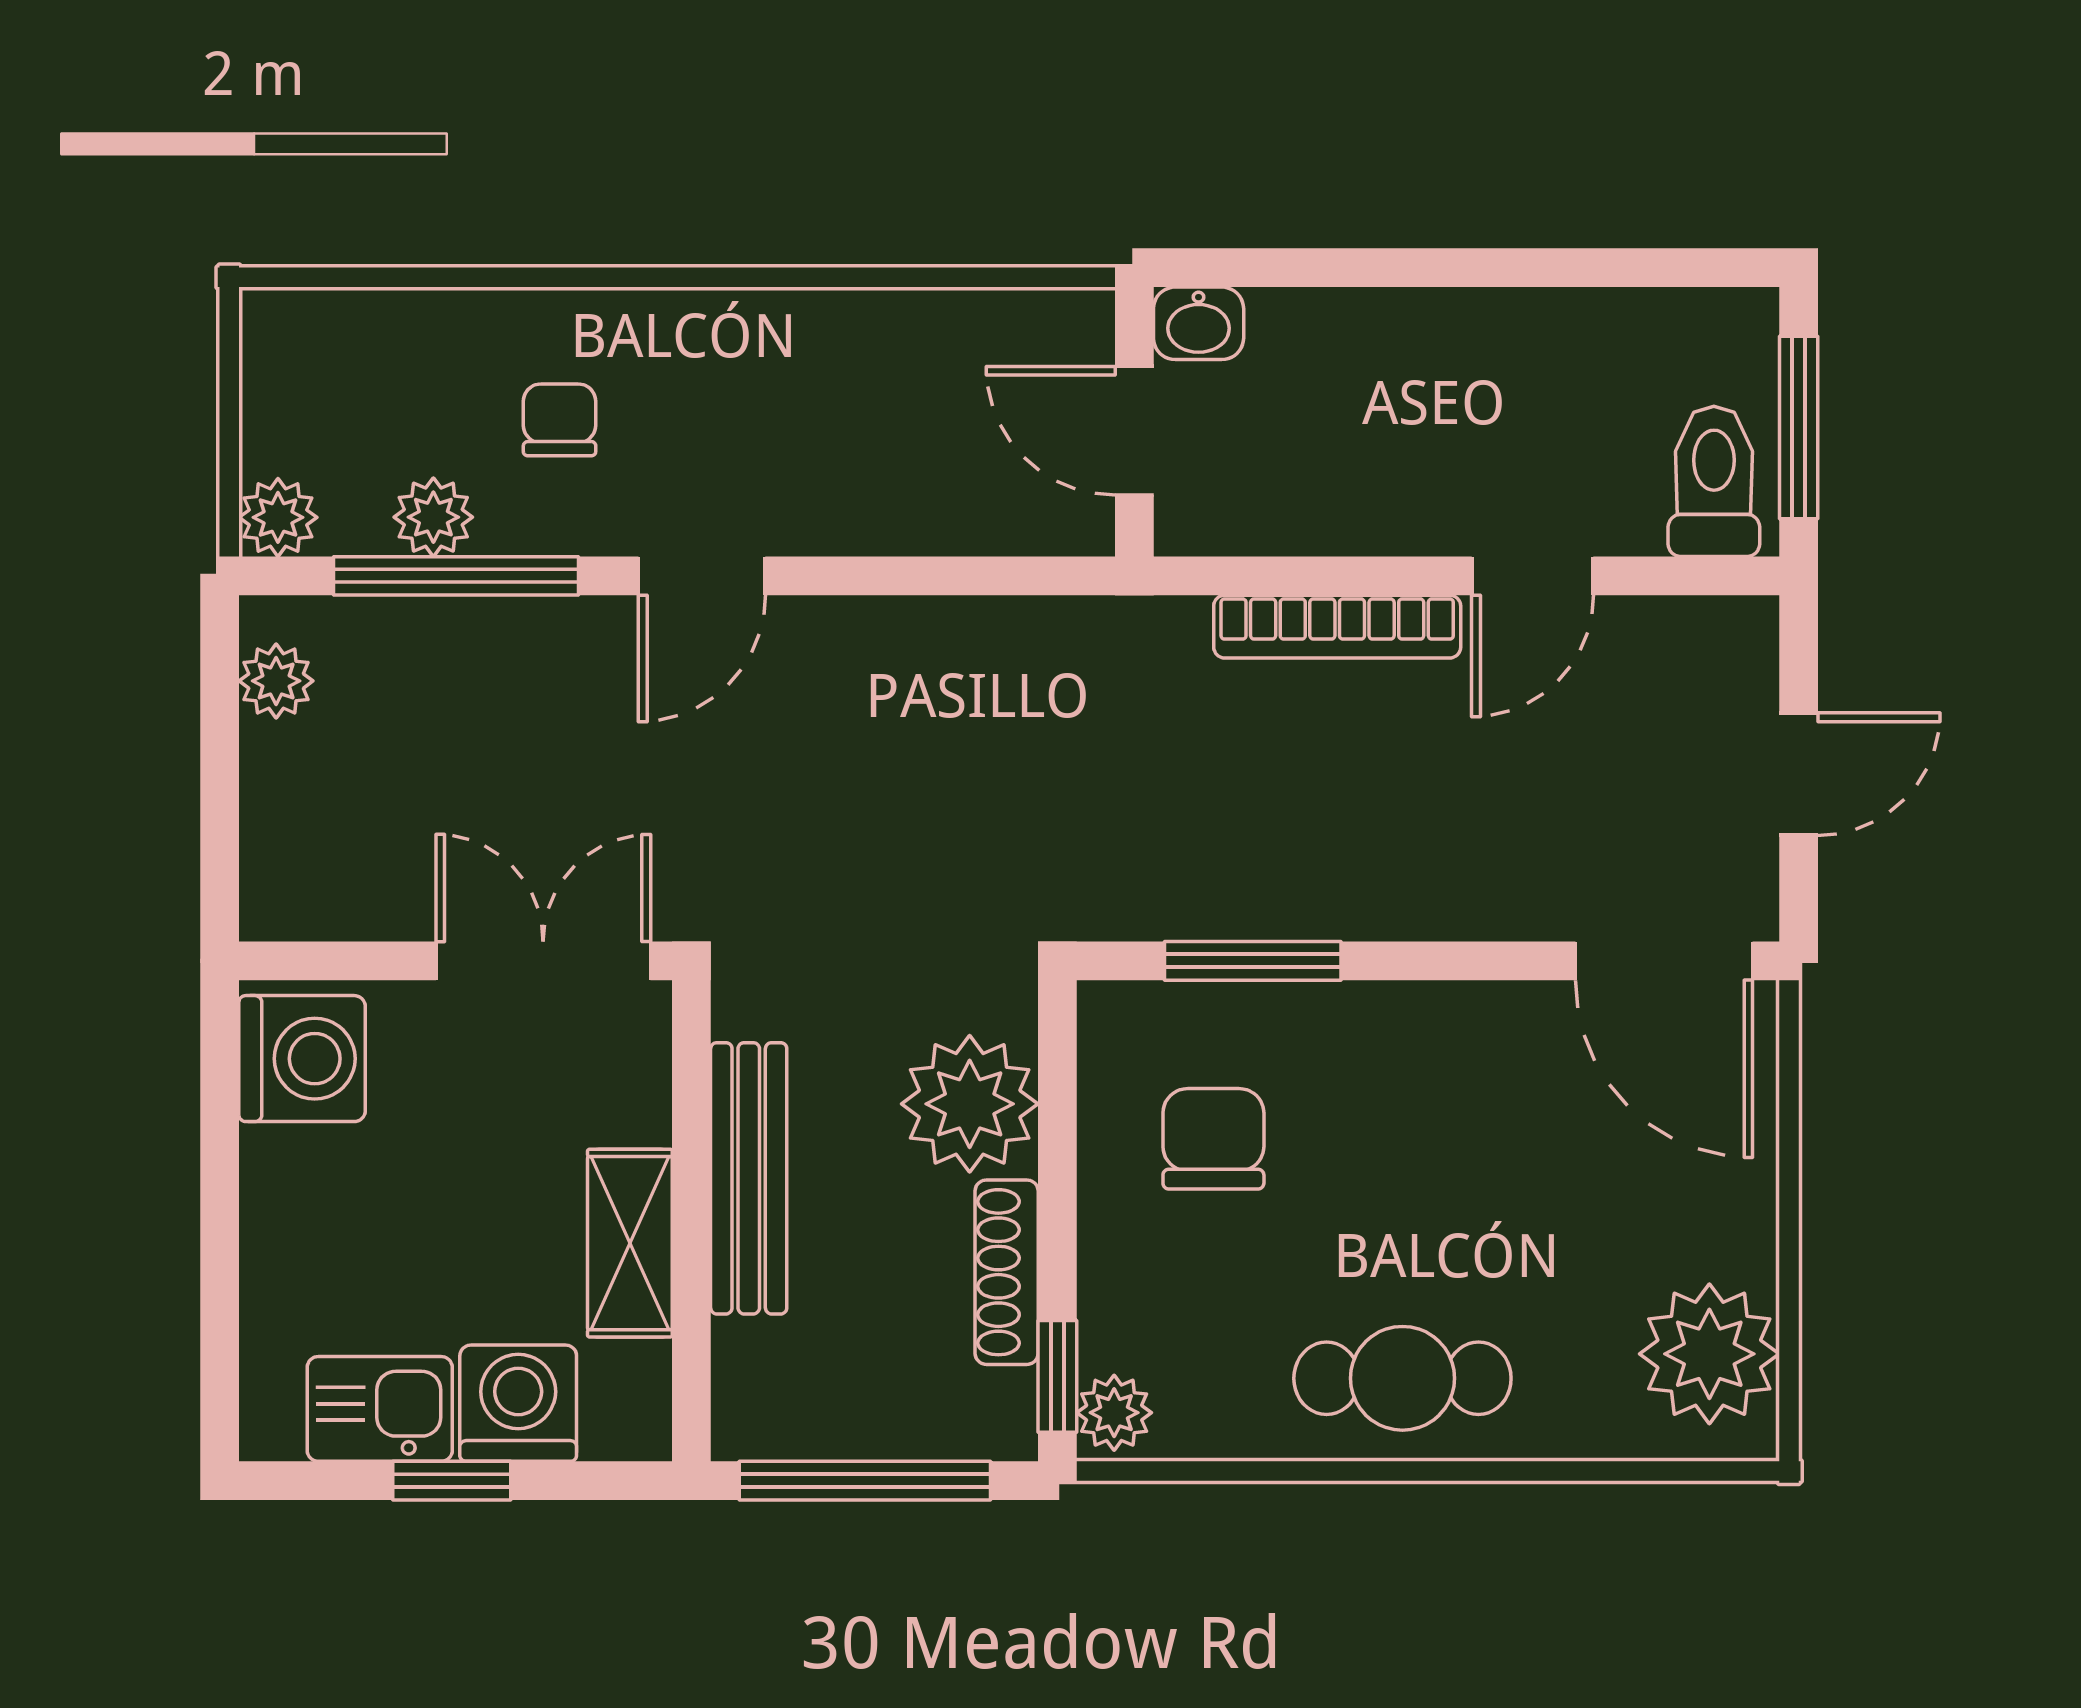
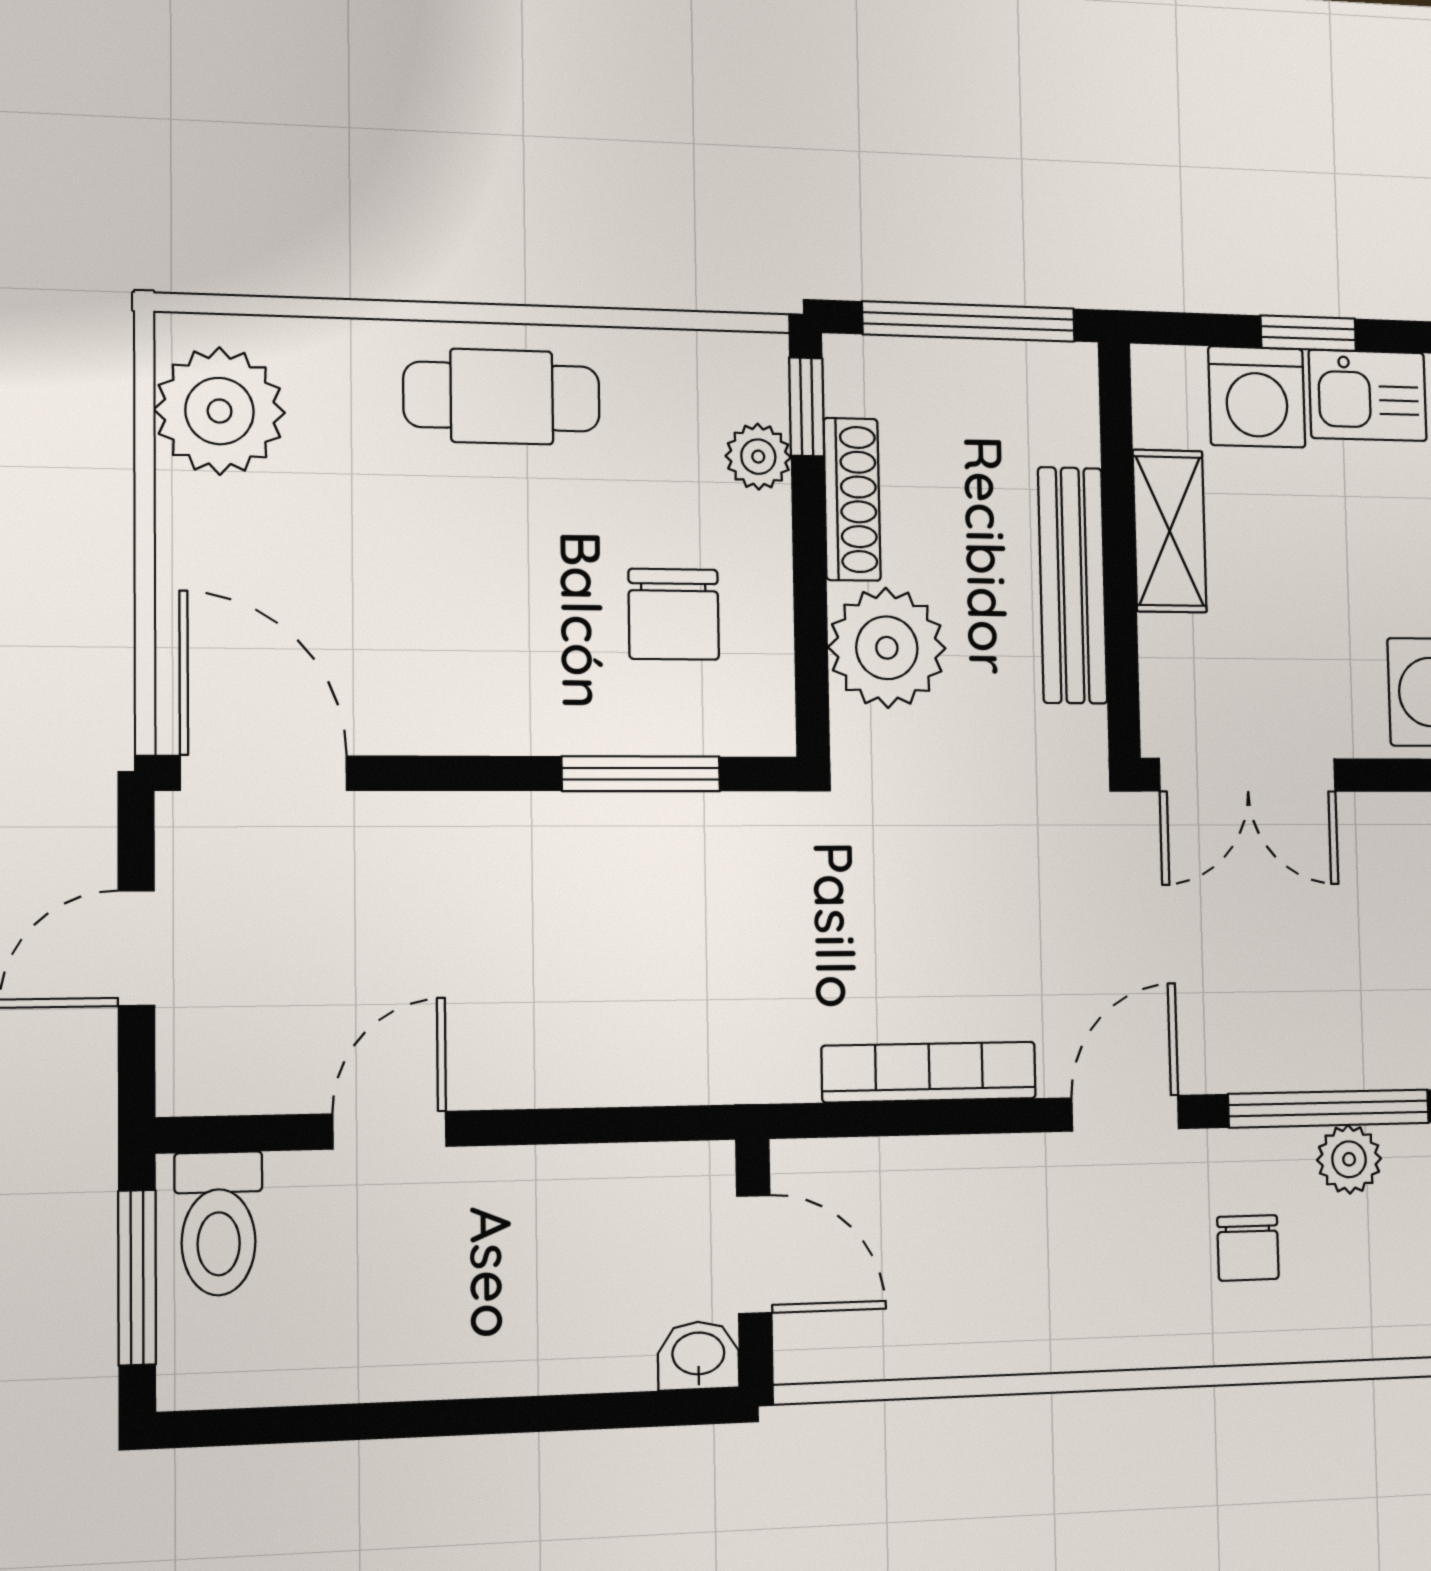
bookcase: (1337, 627) -> (929, 1072), moved
plant: (1114, 1413) -> (758, 457), moved

